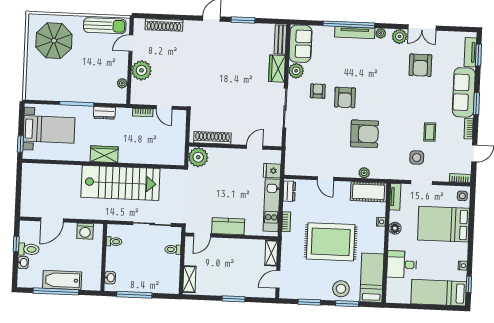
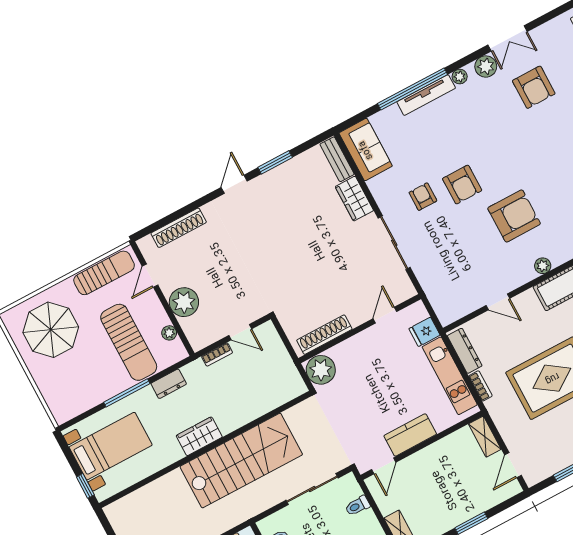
plant: (296, 71) -> (380, 187), removed
sun lounger: (95, 75) -> (129, 342), added
dresser: (289, 191) -> (465, 351), width x1.44

